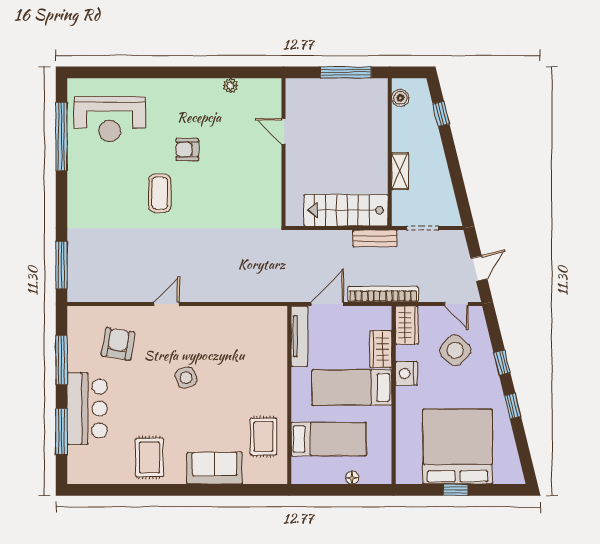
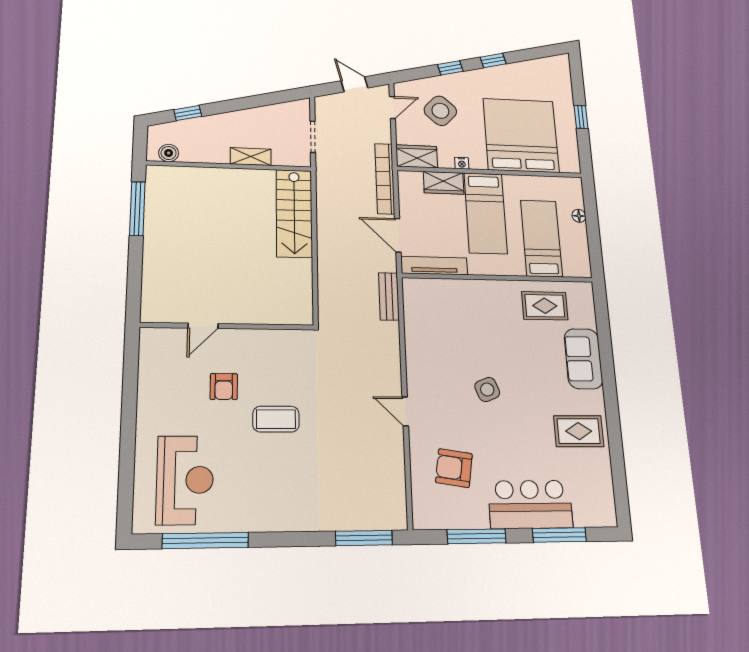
plant: (231, 86) -> (148, 336), removed
door: (284, 131) -> (203, 326), moved
wall: (284, 152) -> (228, 326), moved
bench: (375, 238) -> (389, 296), moved
nightstand: (406, 374) -> (462, 163), width x0.53, depth x0.56
bed: (458, 447) -> (521, 135), moved, turned 90

